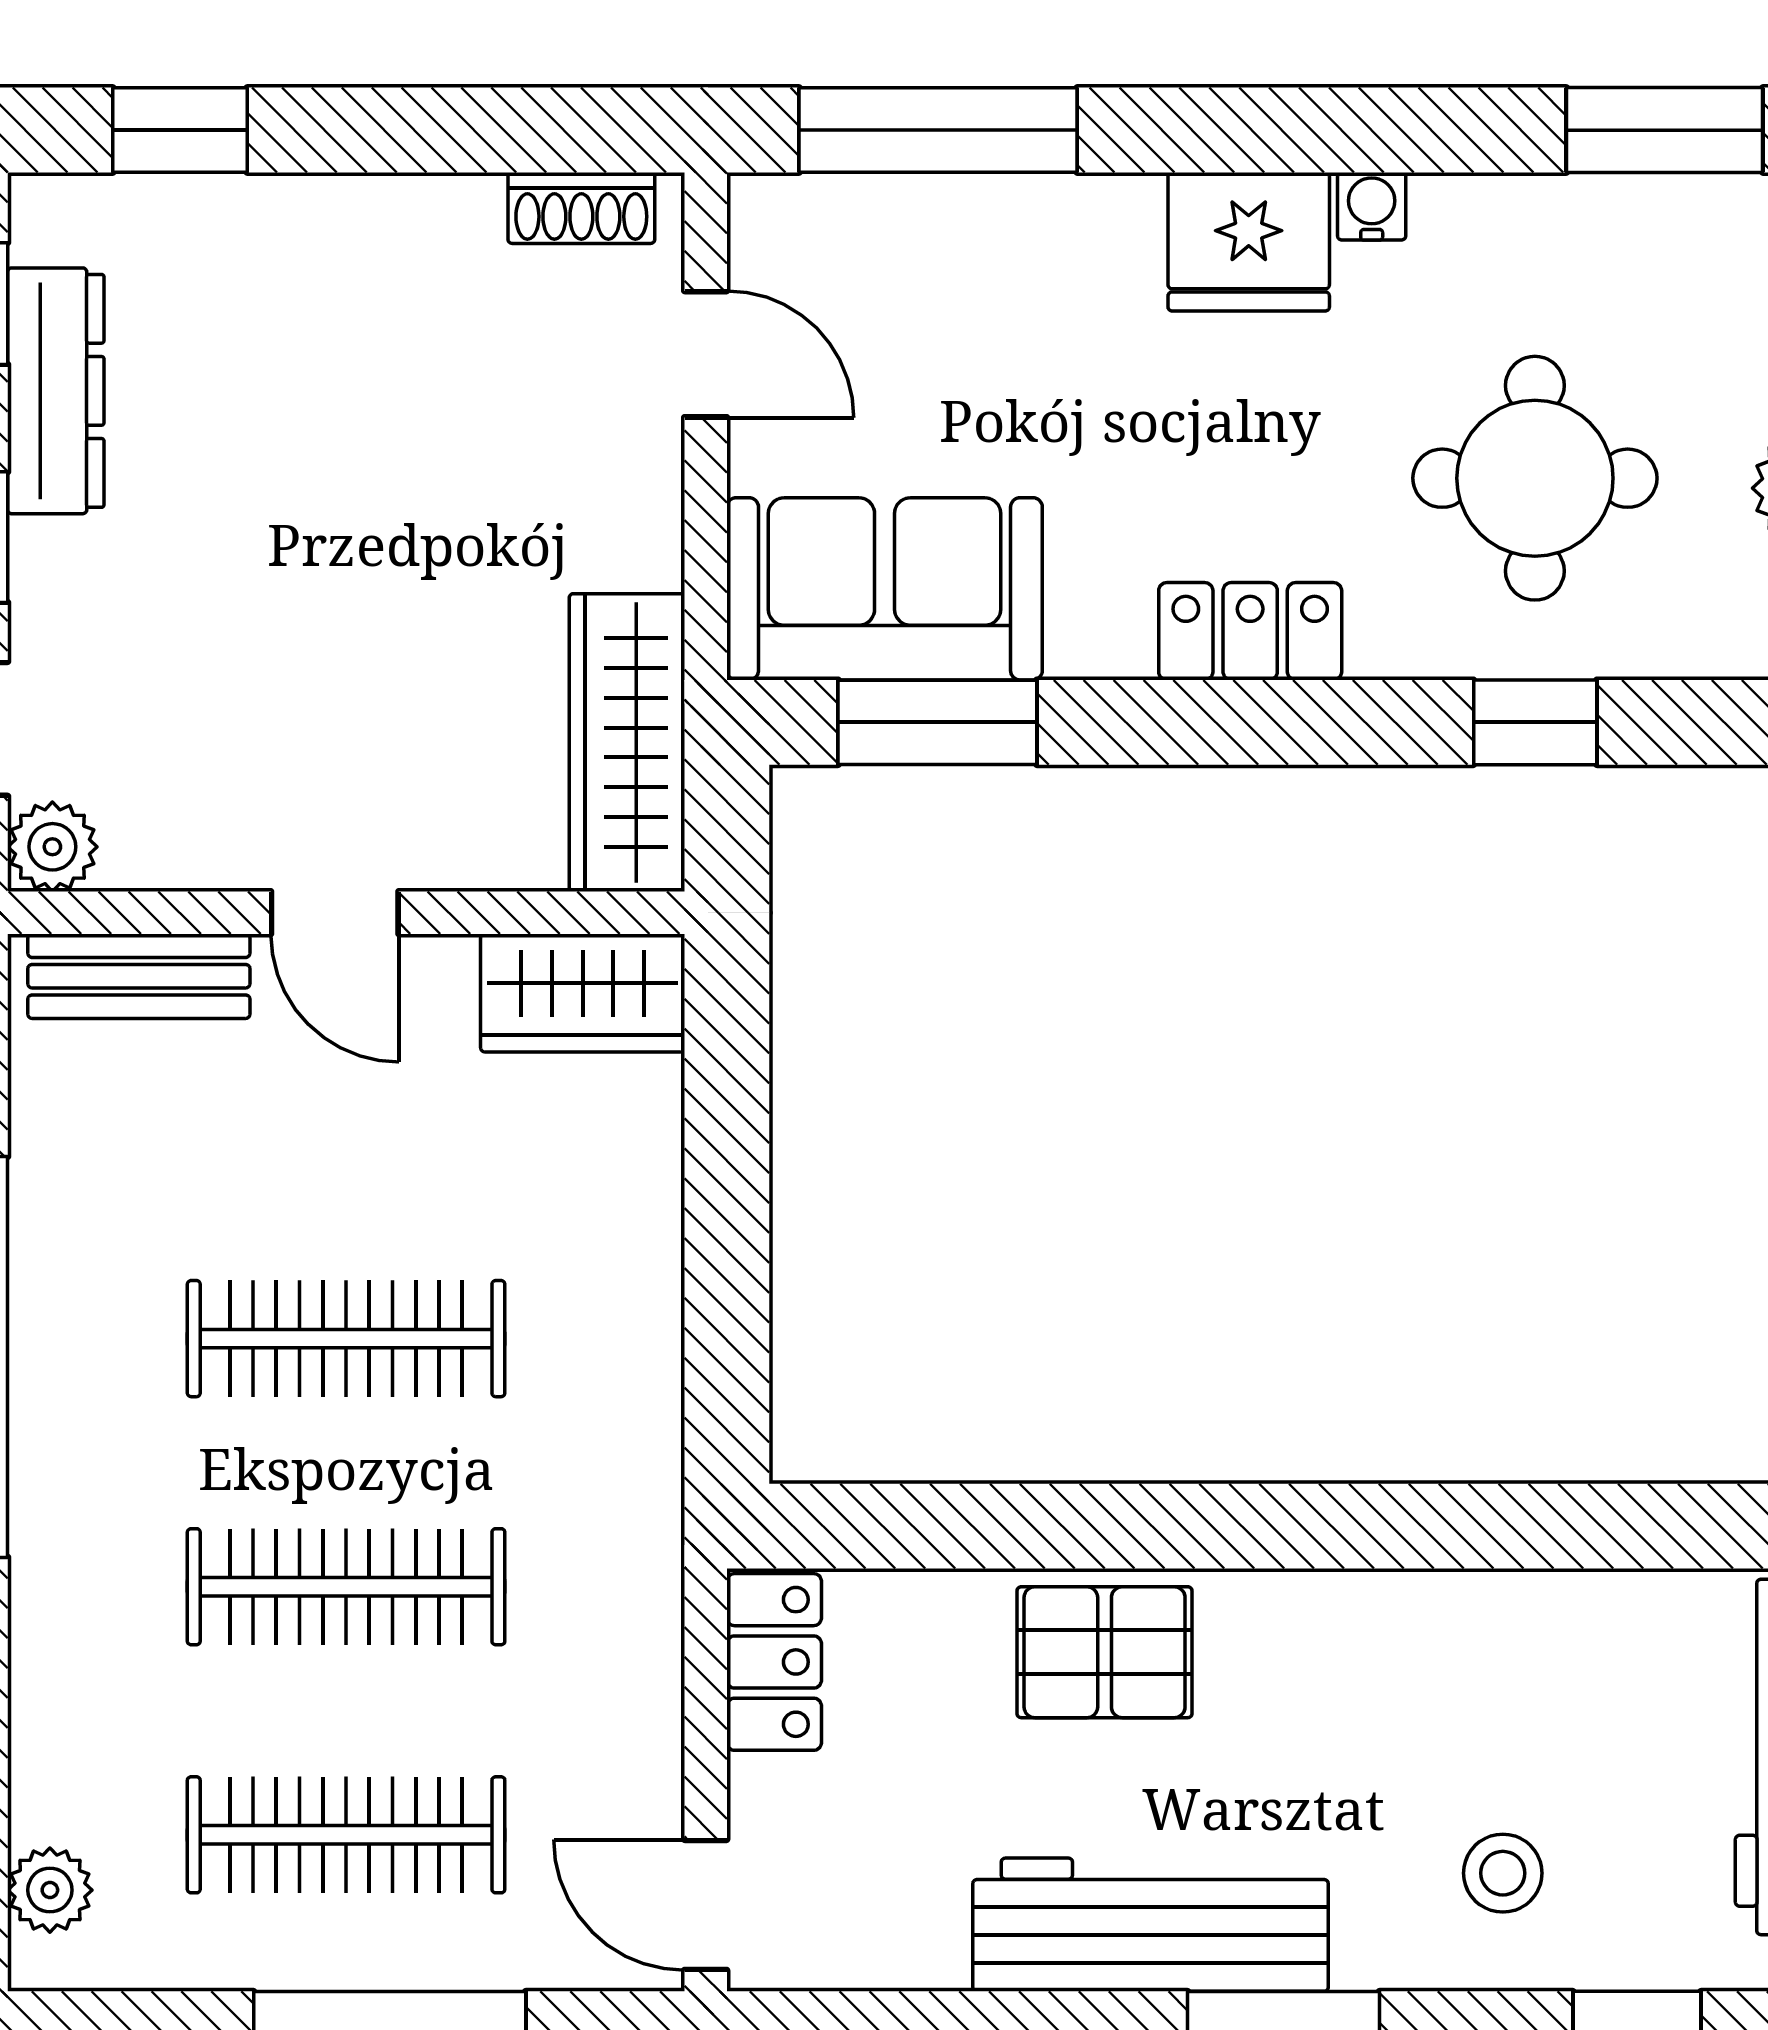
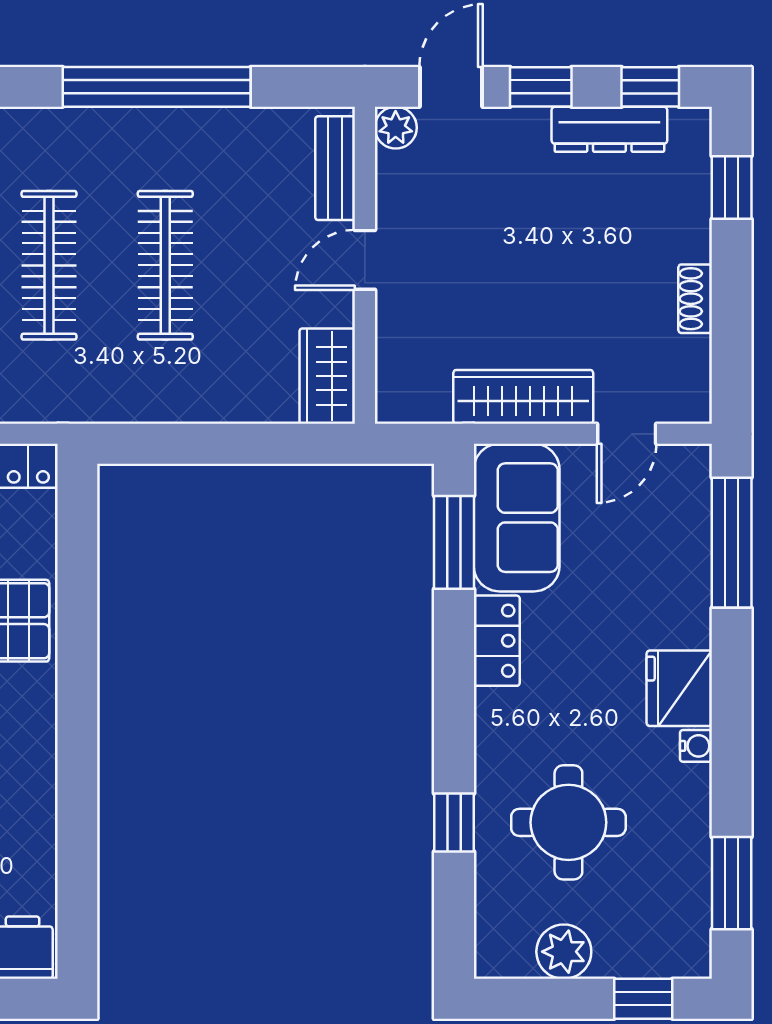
shoe rack: (581, 208) -> (695, 299), moved
locker: (1250, 631) -> (497, 641), moved
wardrobe: (627, 743) -> (523, 397), moved

